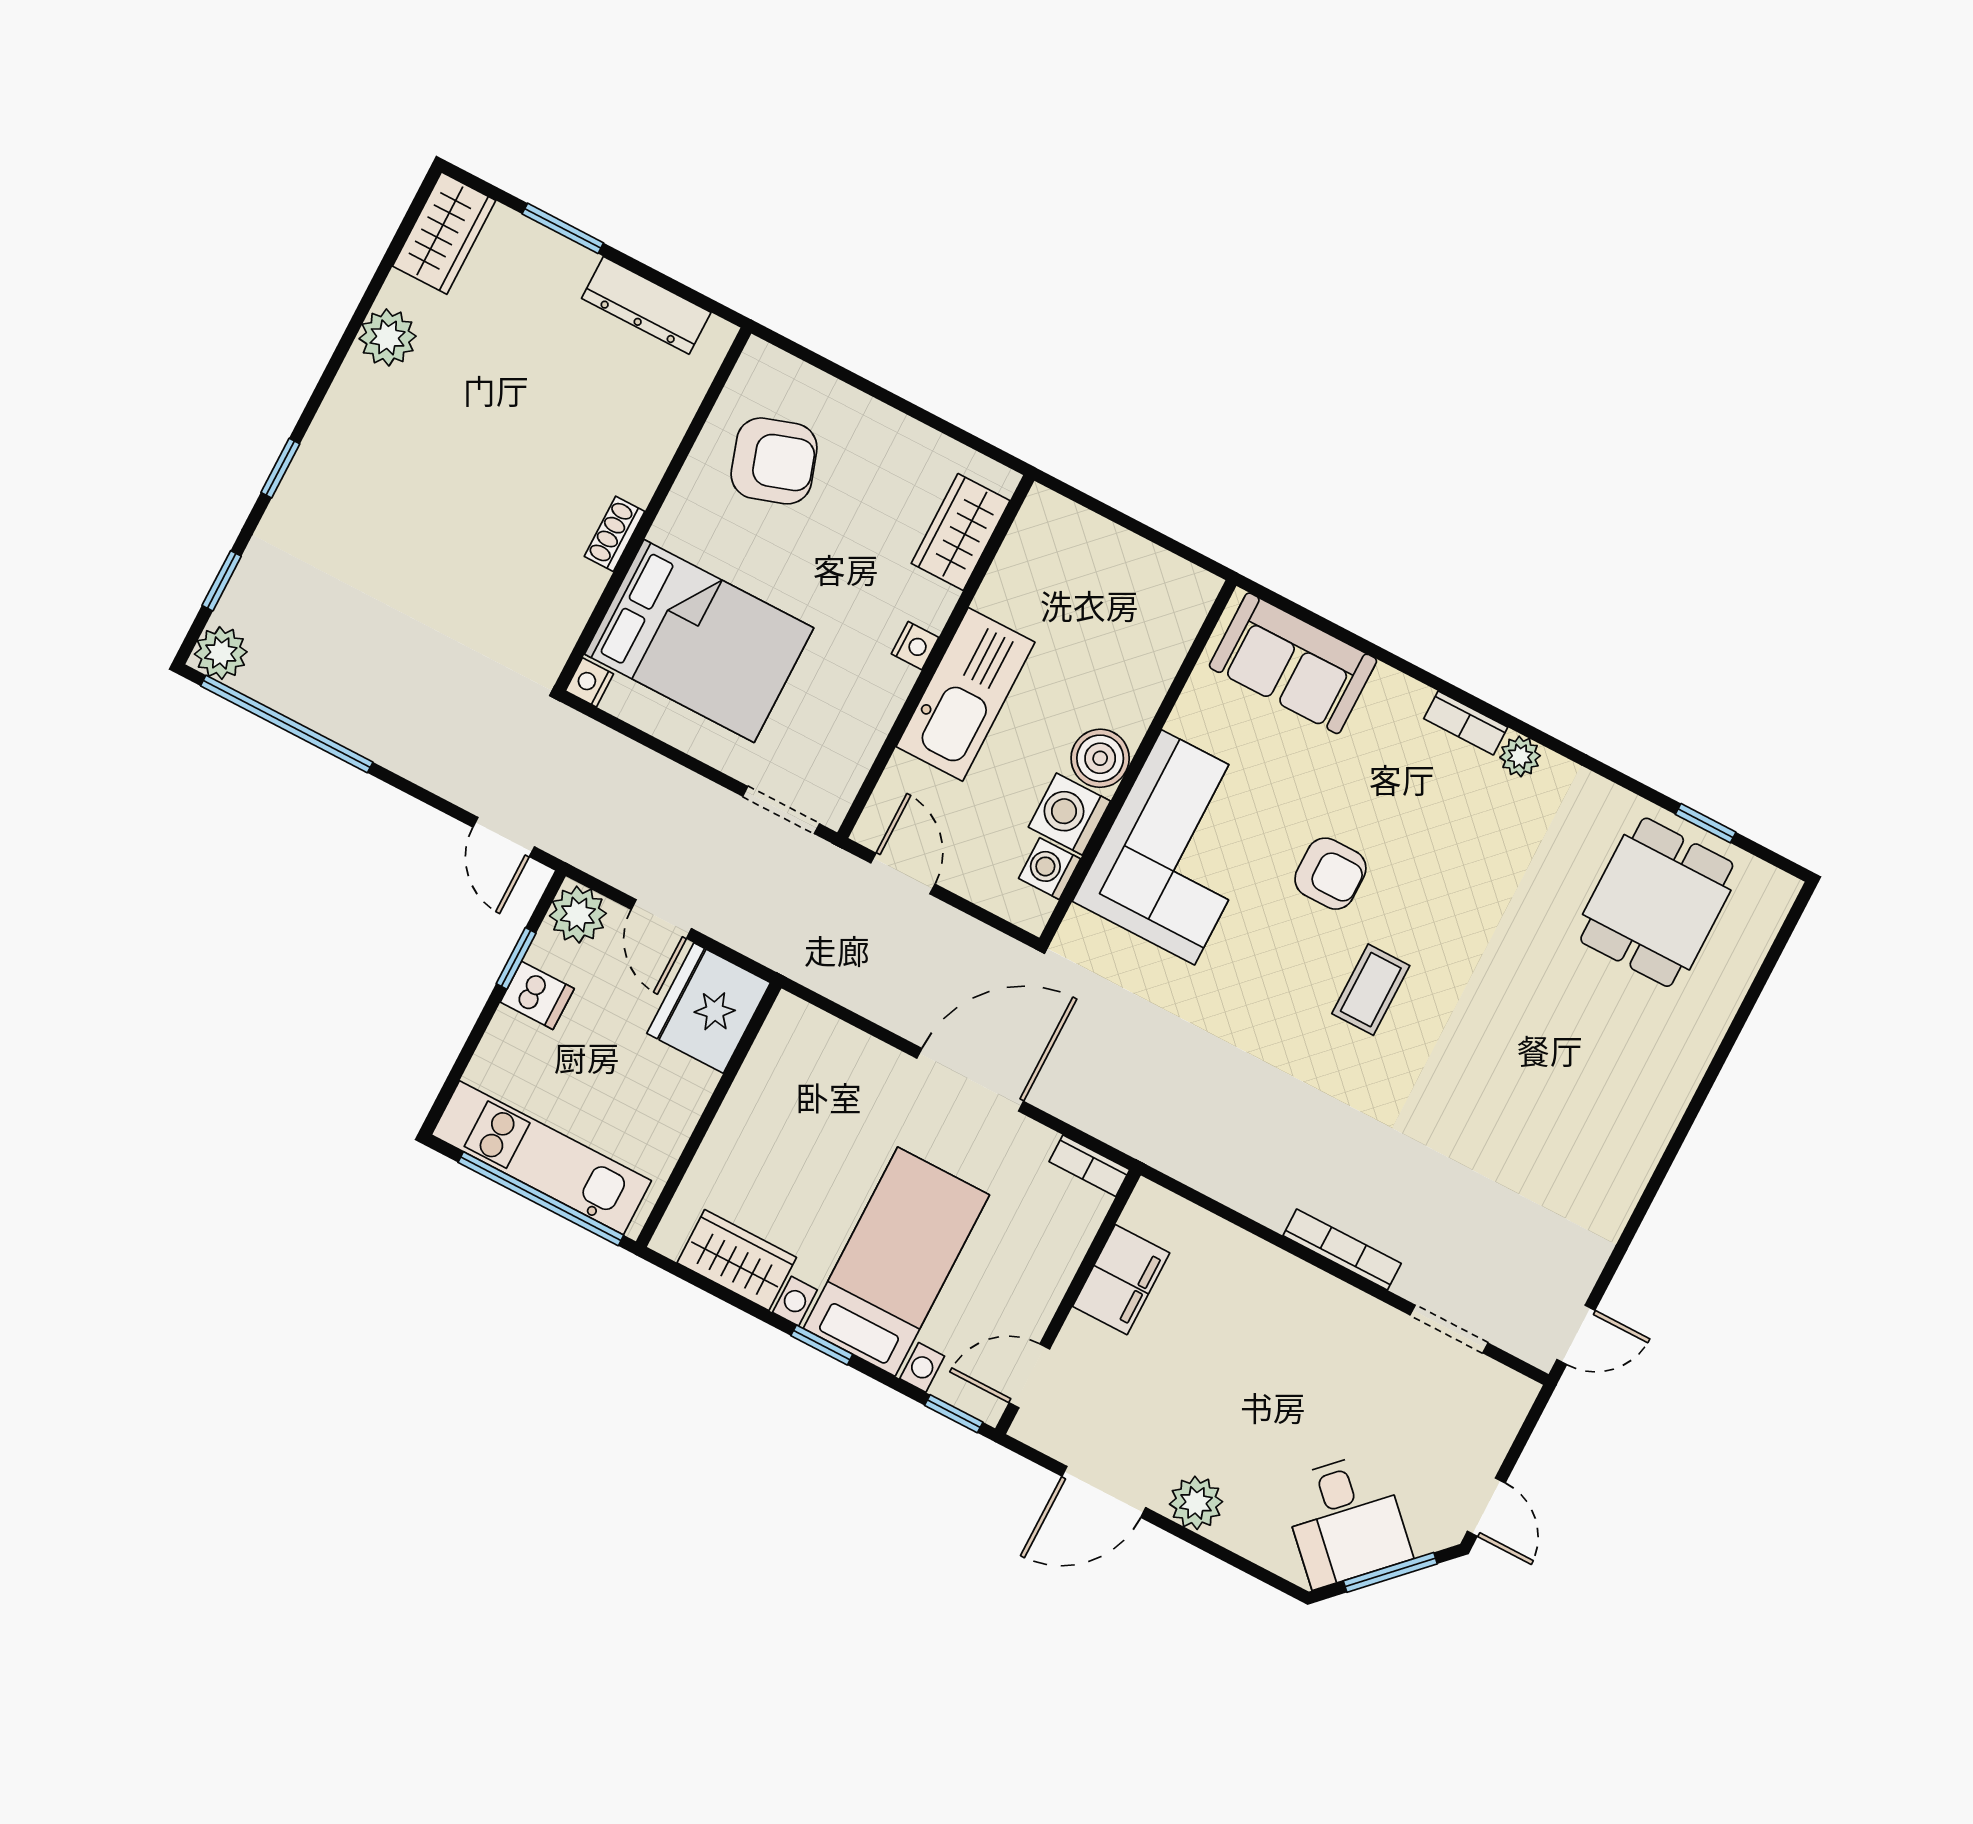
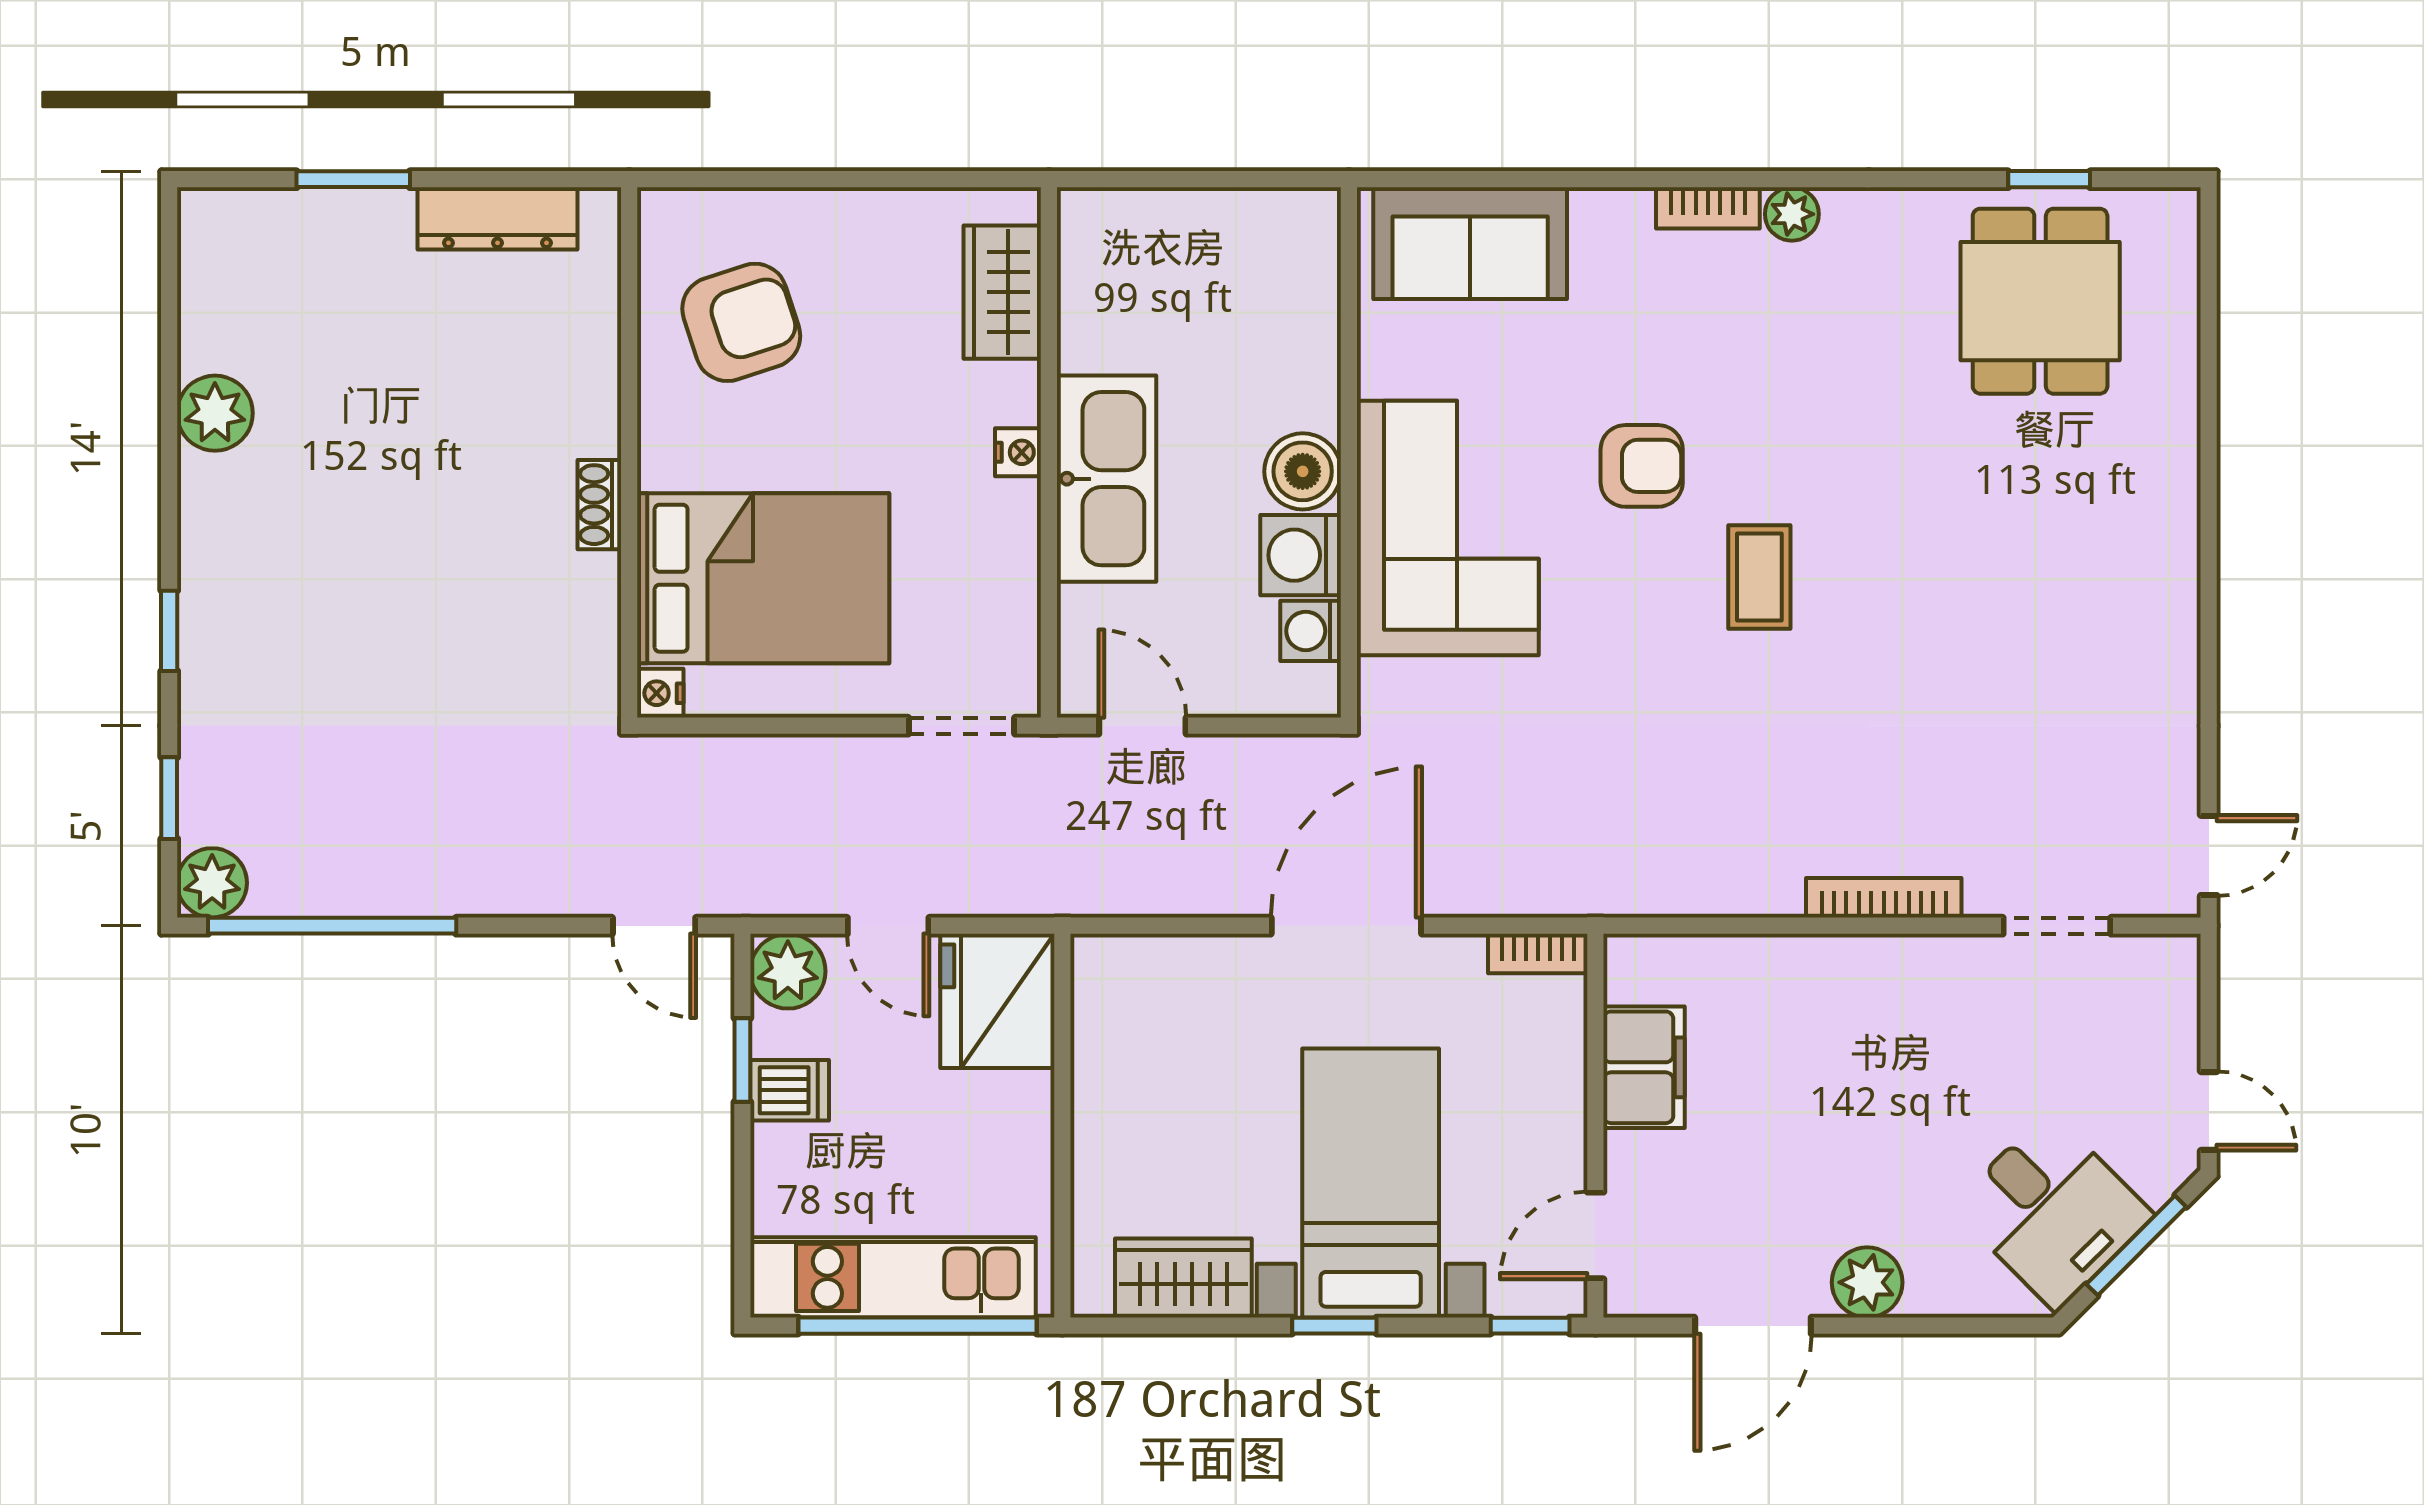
wardrobe: (444, 233) -> (218, 257), removed

